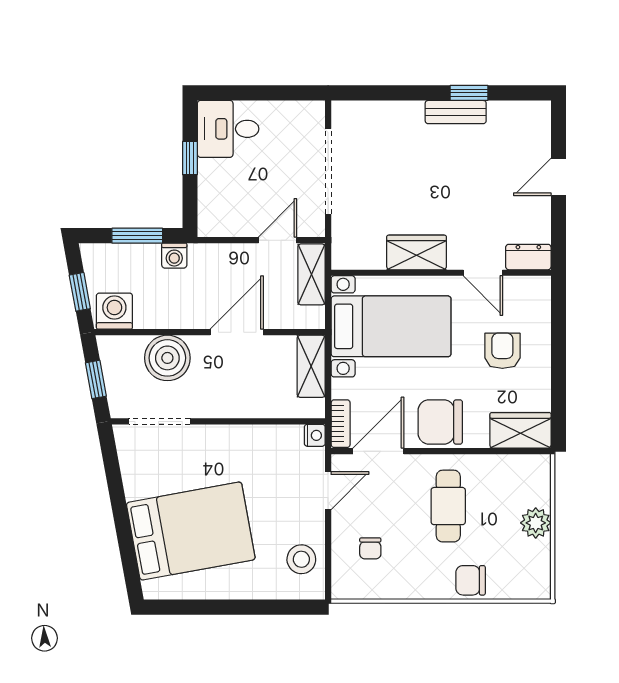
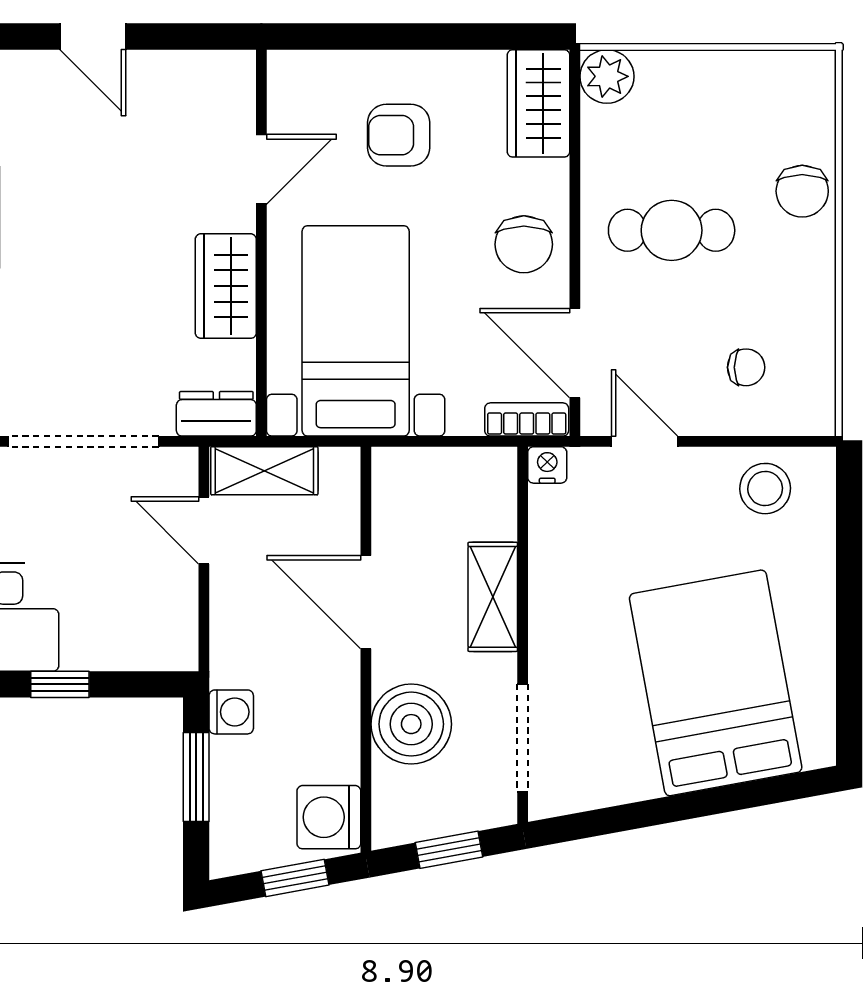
dresser: (528, 257) -> (216, 414), moved, turned 90
shelving: (311, 366) -> (493, 597), moved, turned 90
chair: (440, 422) -> (524, 244), width x0.73, depth x0.73
plant: (536, 523) -> (607, 76), moved

